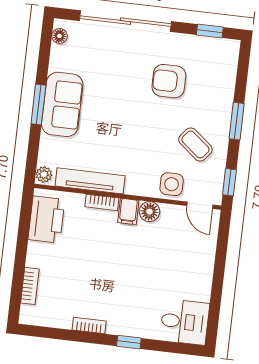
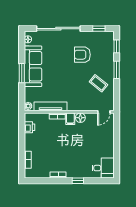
sofa: (62, 104) -> (33, 66), width x1.36
window: (229, 182) -> (117, 46), moved
side table: (172, 184) -> (89, 103), removed
door: (200, 205) -> (104, 112), hinge flipped
printer: (46, 219) -> (29, 127), width x0.53, depth x0.68

